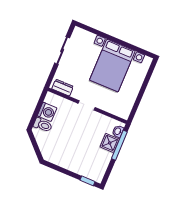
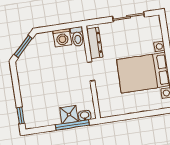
dresser: (63, 88) -> (95, 43), width x1.44
toilet: (43, 125) -> (77, 37), moved
window: (35, 146) -> (23, 46), added

